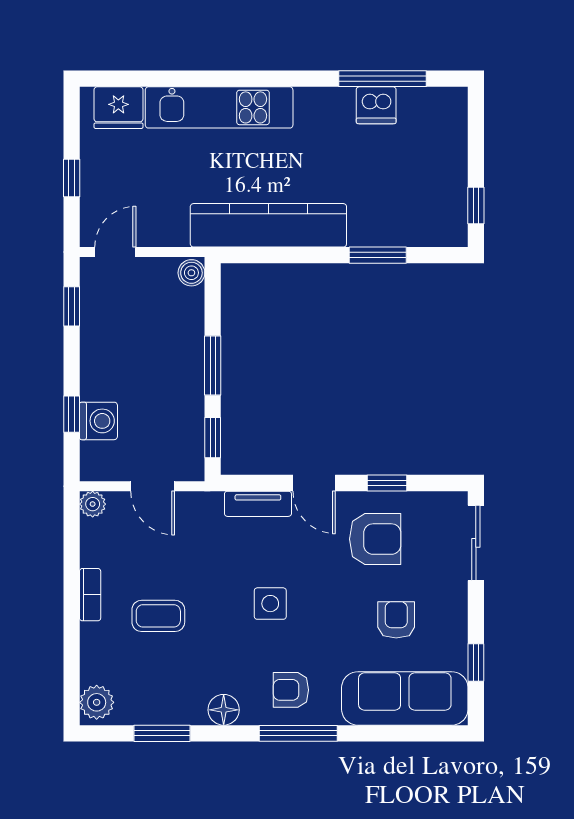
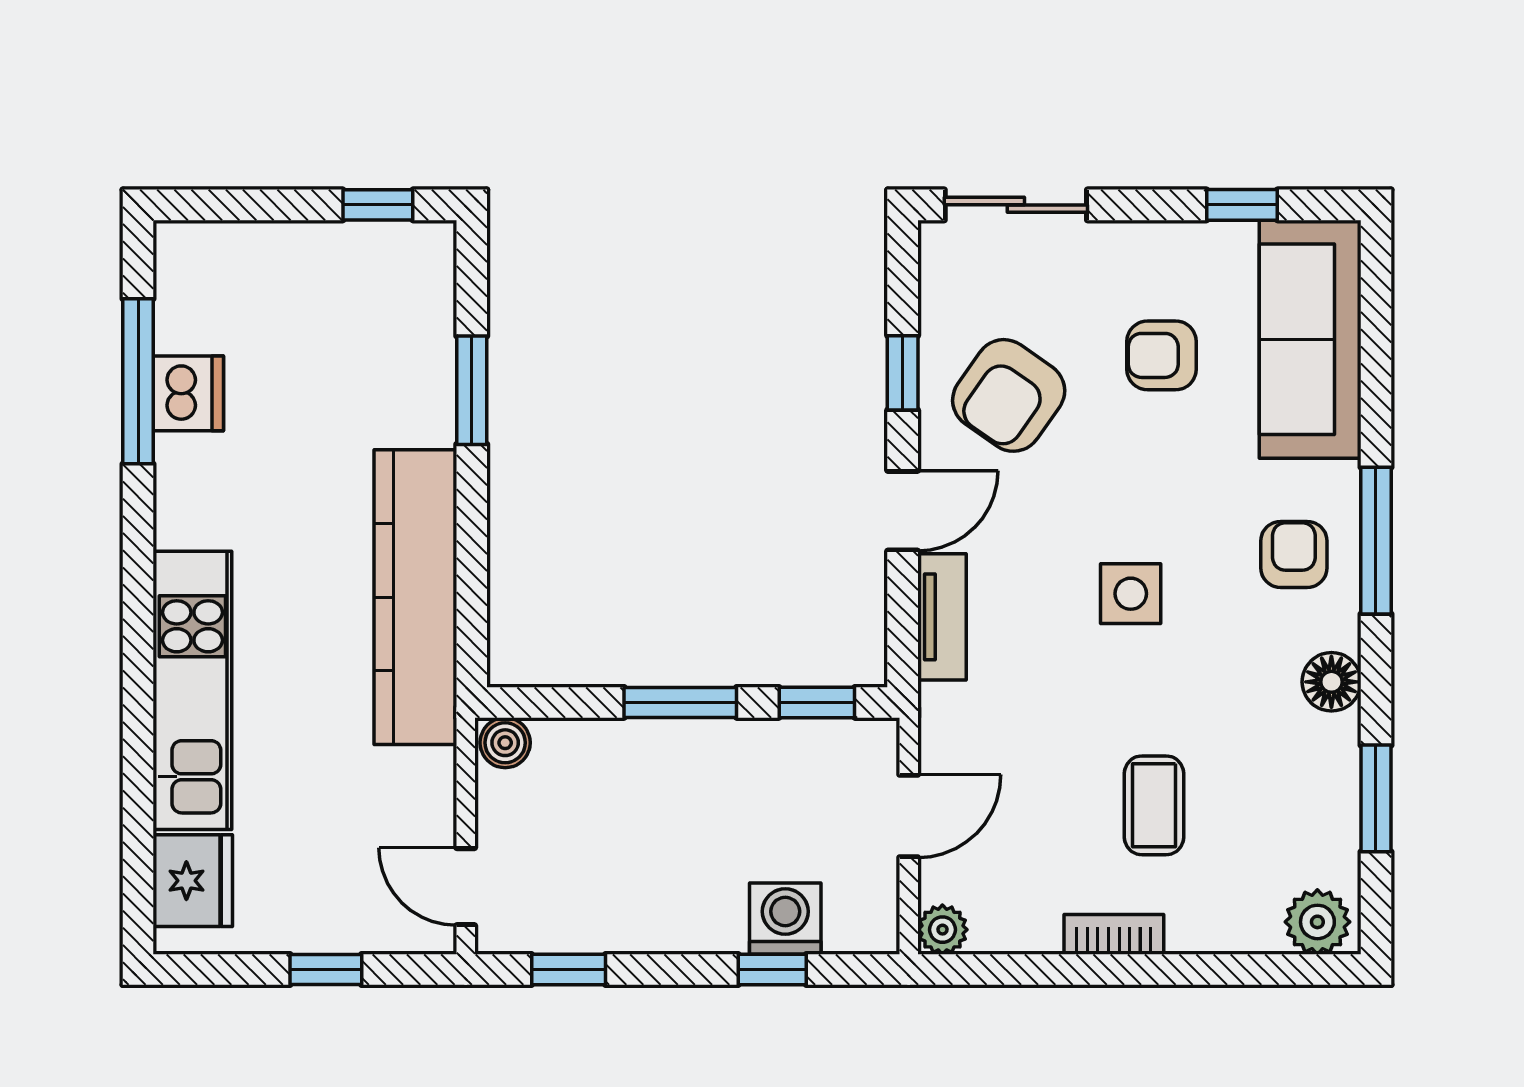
armchair: (375, 539) -> (1009, 395), turned -145
armchair: (291, 690) -> (1294, 554), turned 180

